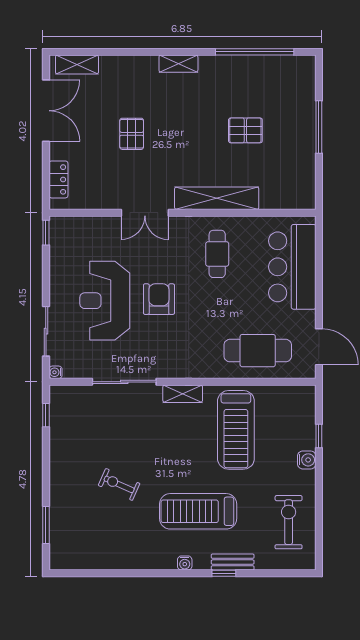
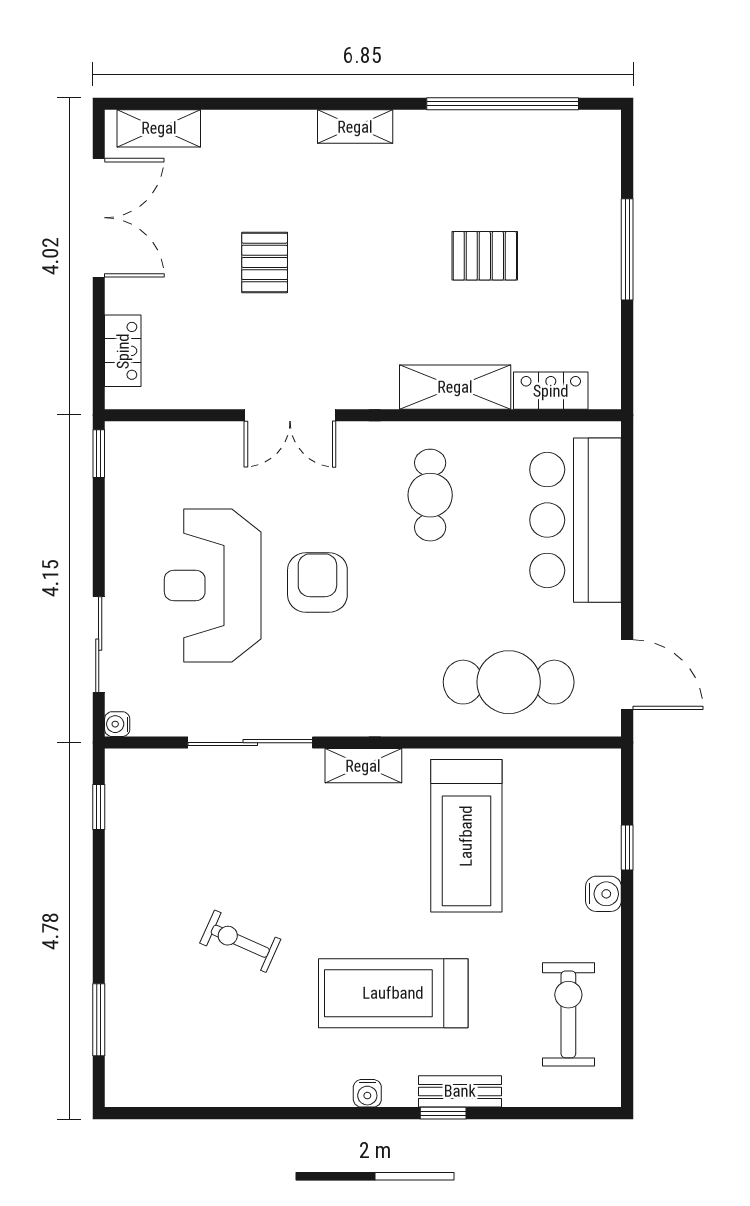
shelving: (217, 198) -> (455, 387), width x0.68
locker: (280, 200) -> (551, 391), added

